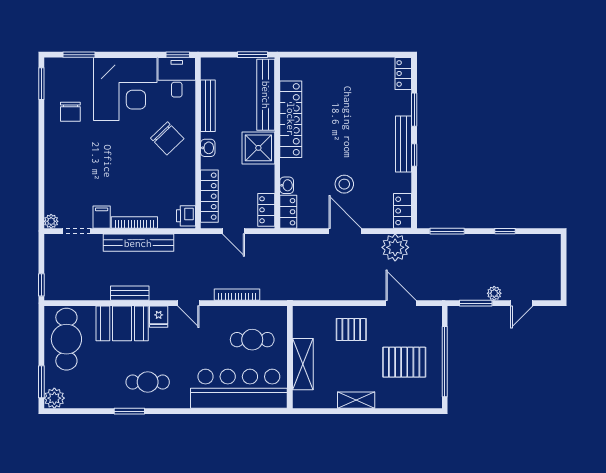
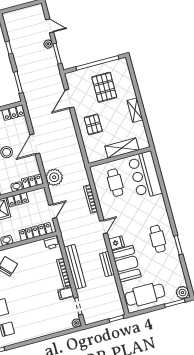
locker: (266, 210) -> (18, 200), moved
plant: (395, 247) -> (54, 177), moved
bar counter: (239, 389) -> (145, 175), width x0.73

